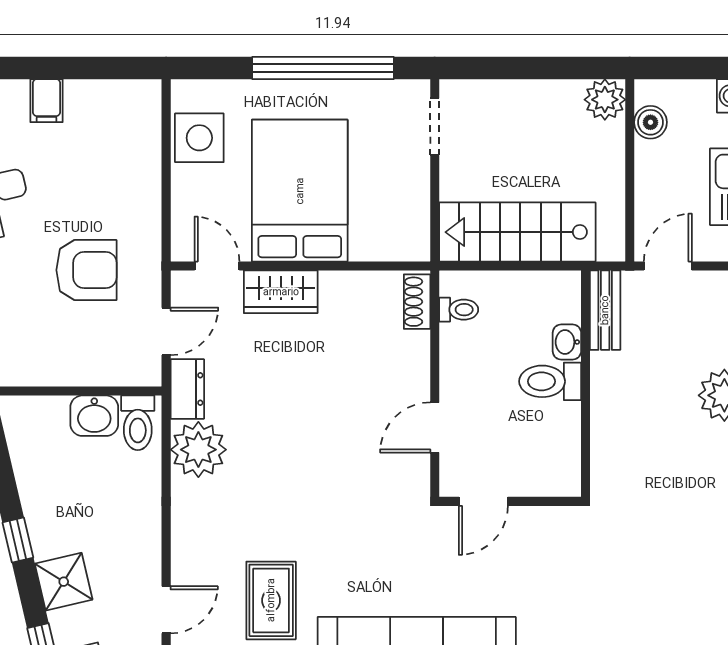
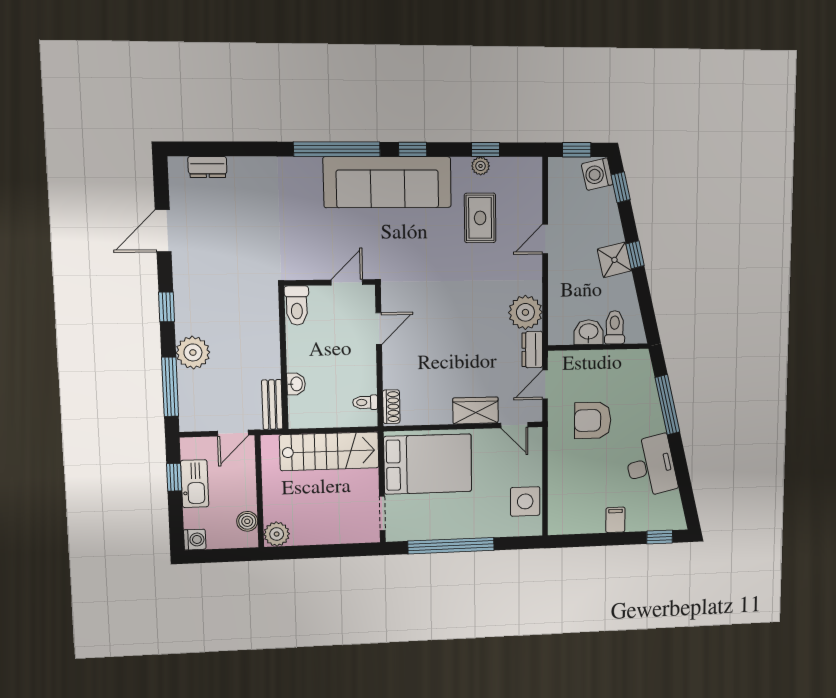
bed: (300, 191) -> (428, 464), moved, turned -90
toilet: (550, 381) -> (297, 306), moved, turned 90
toilet: (138, 423) -> (615, 327), moved
shower: (64, 582) -> (614, 260), moved
door: (166, 610) -> (545, 239), moved

